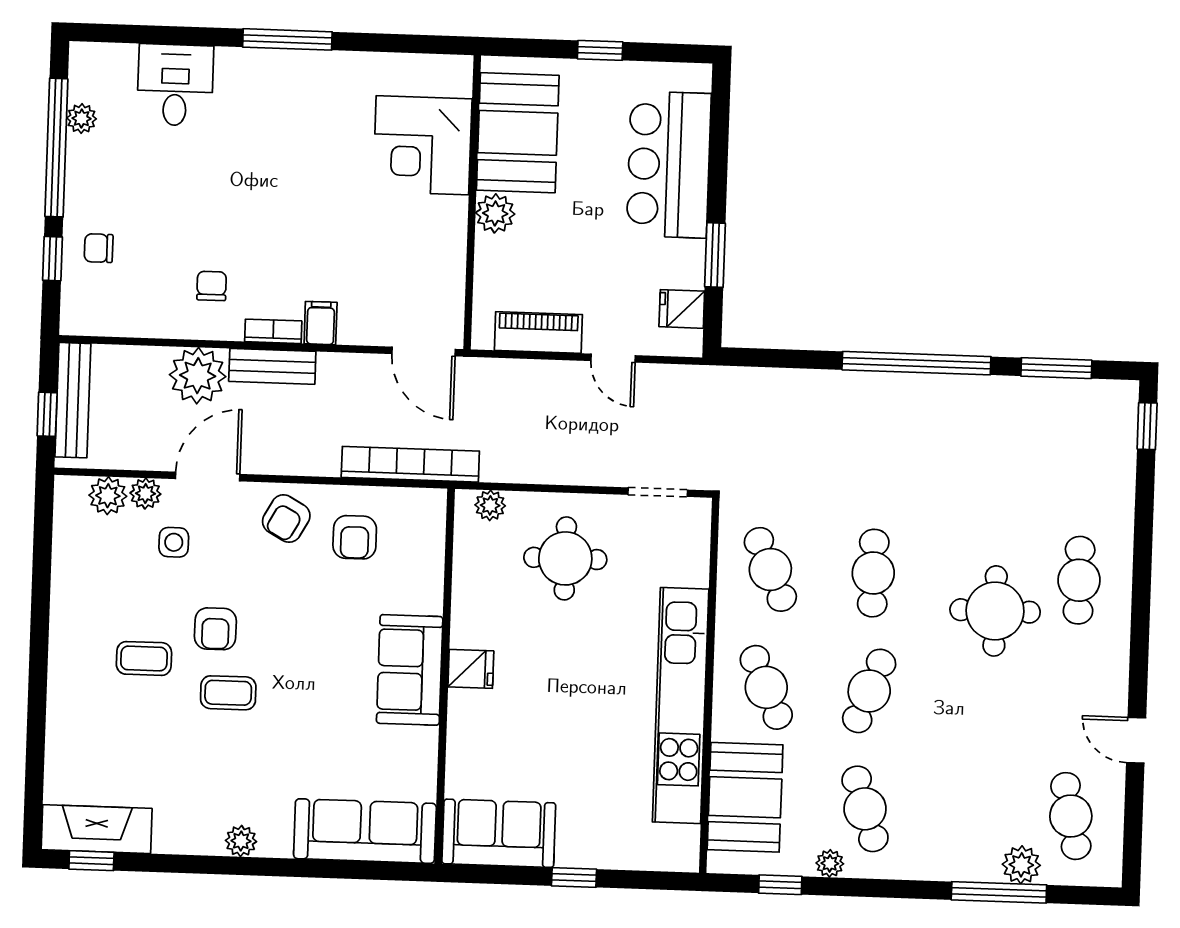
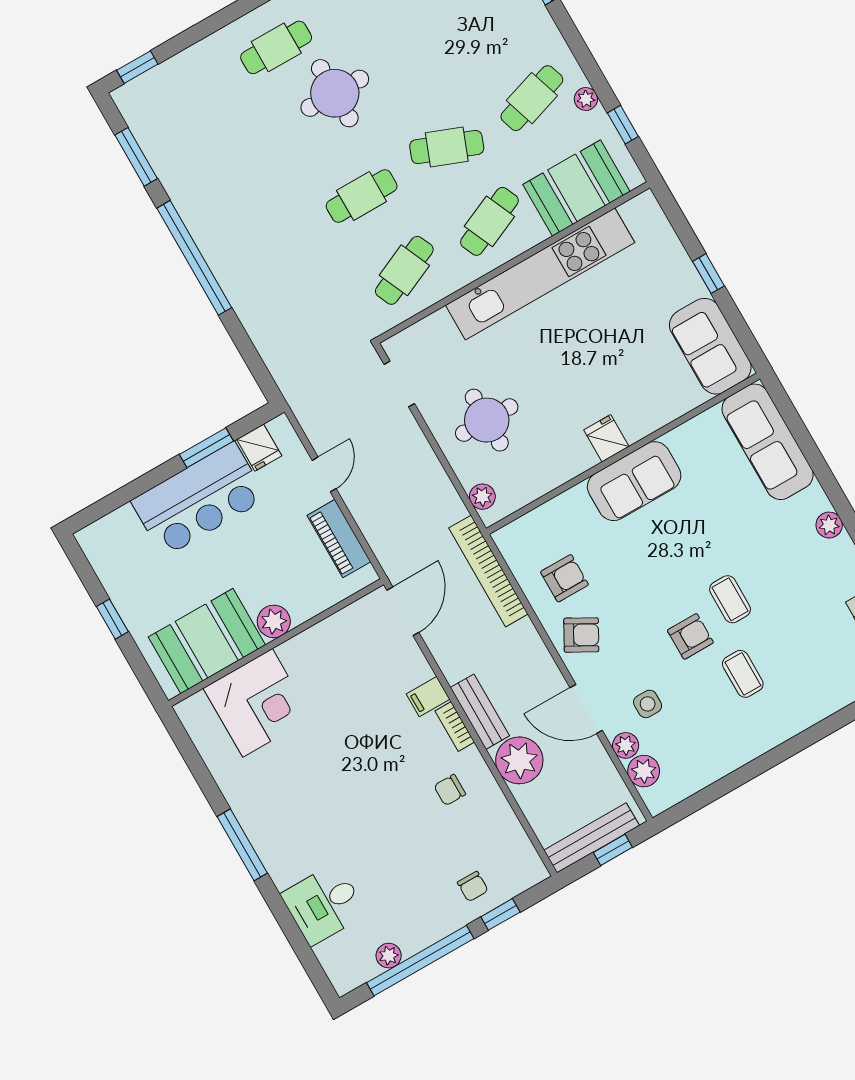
bar counter: (669, 165) -> (199, 500), moved

